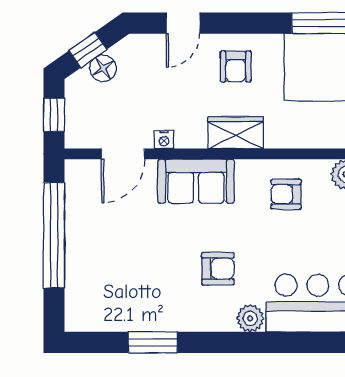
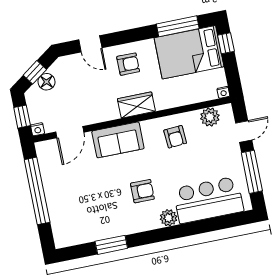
door: (183, 23) -> (90, 44), hinge flipped
armchair: (236, 66) -> (128, 64), turned -90
nightstand: (164, 140) -> (38, 129), moved
armchair: (286, 194) -> (175, 137), turned -94

